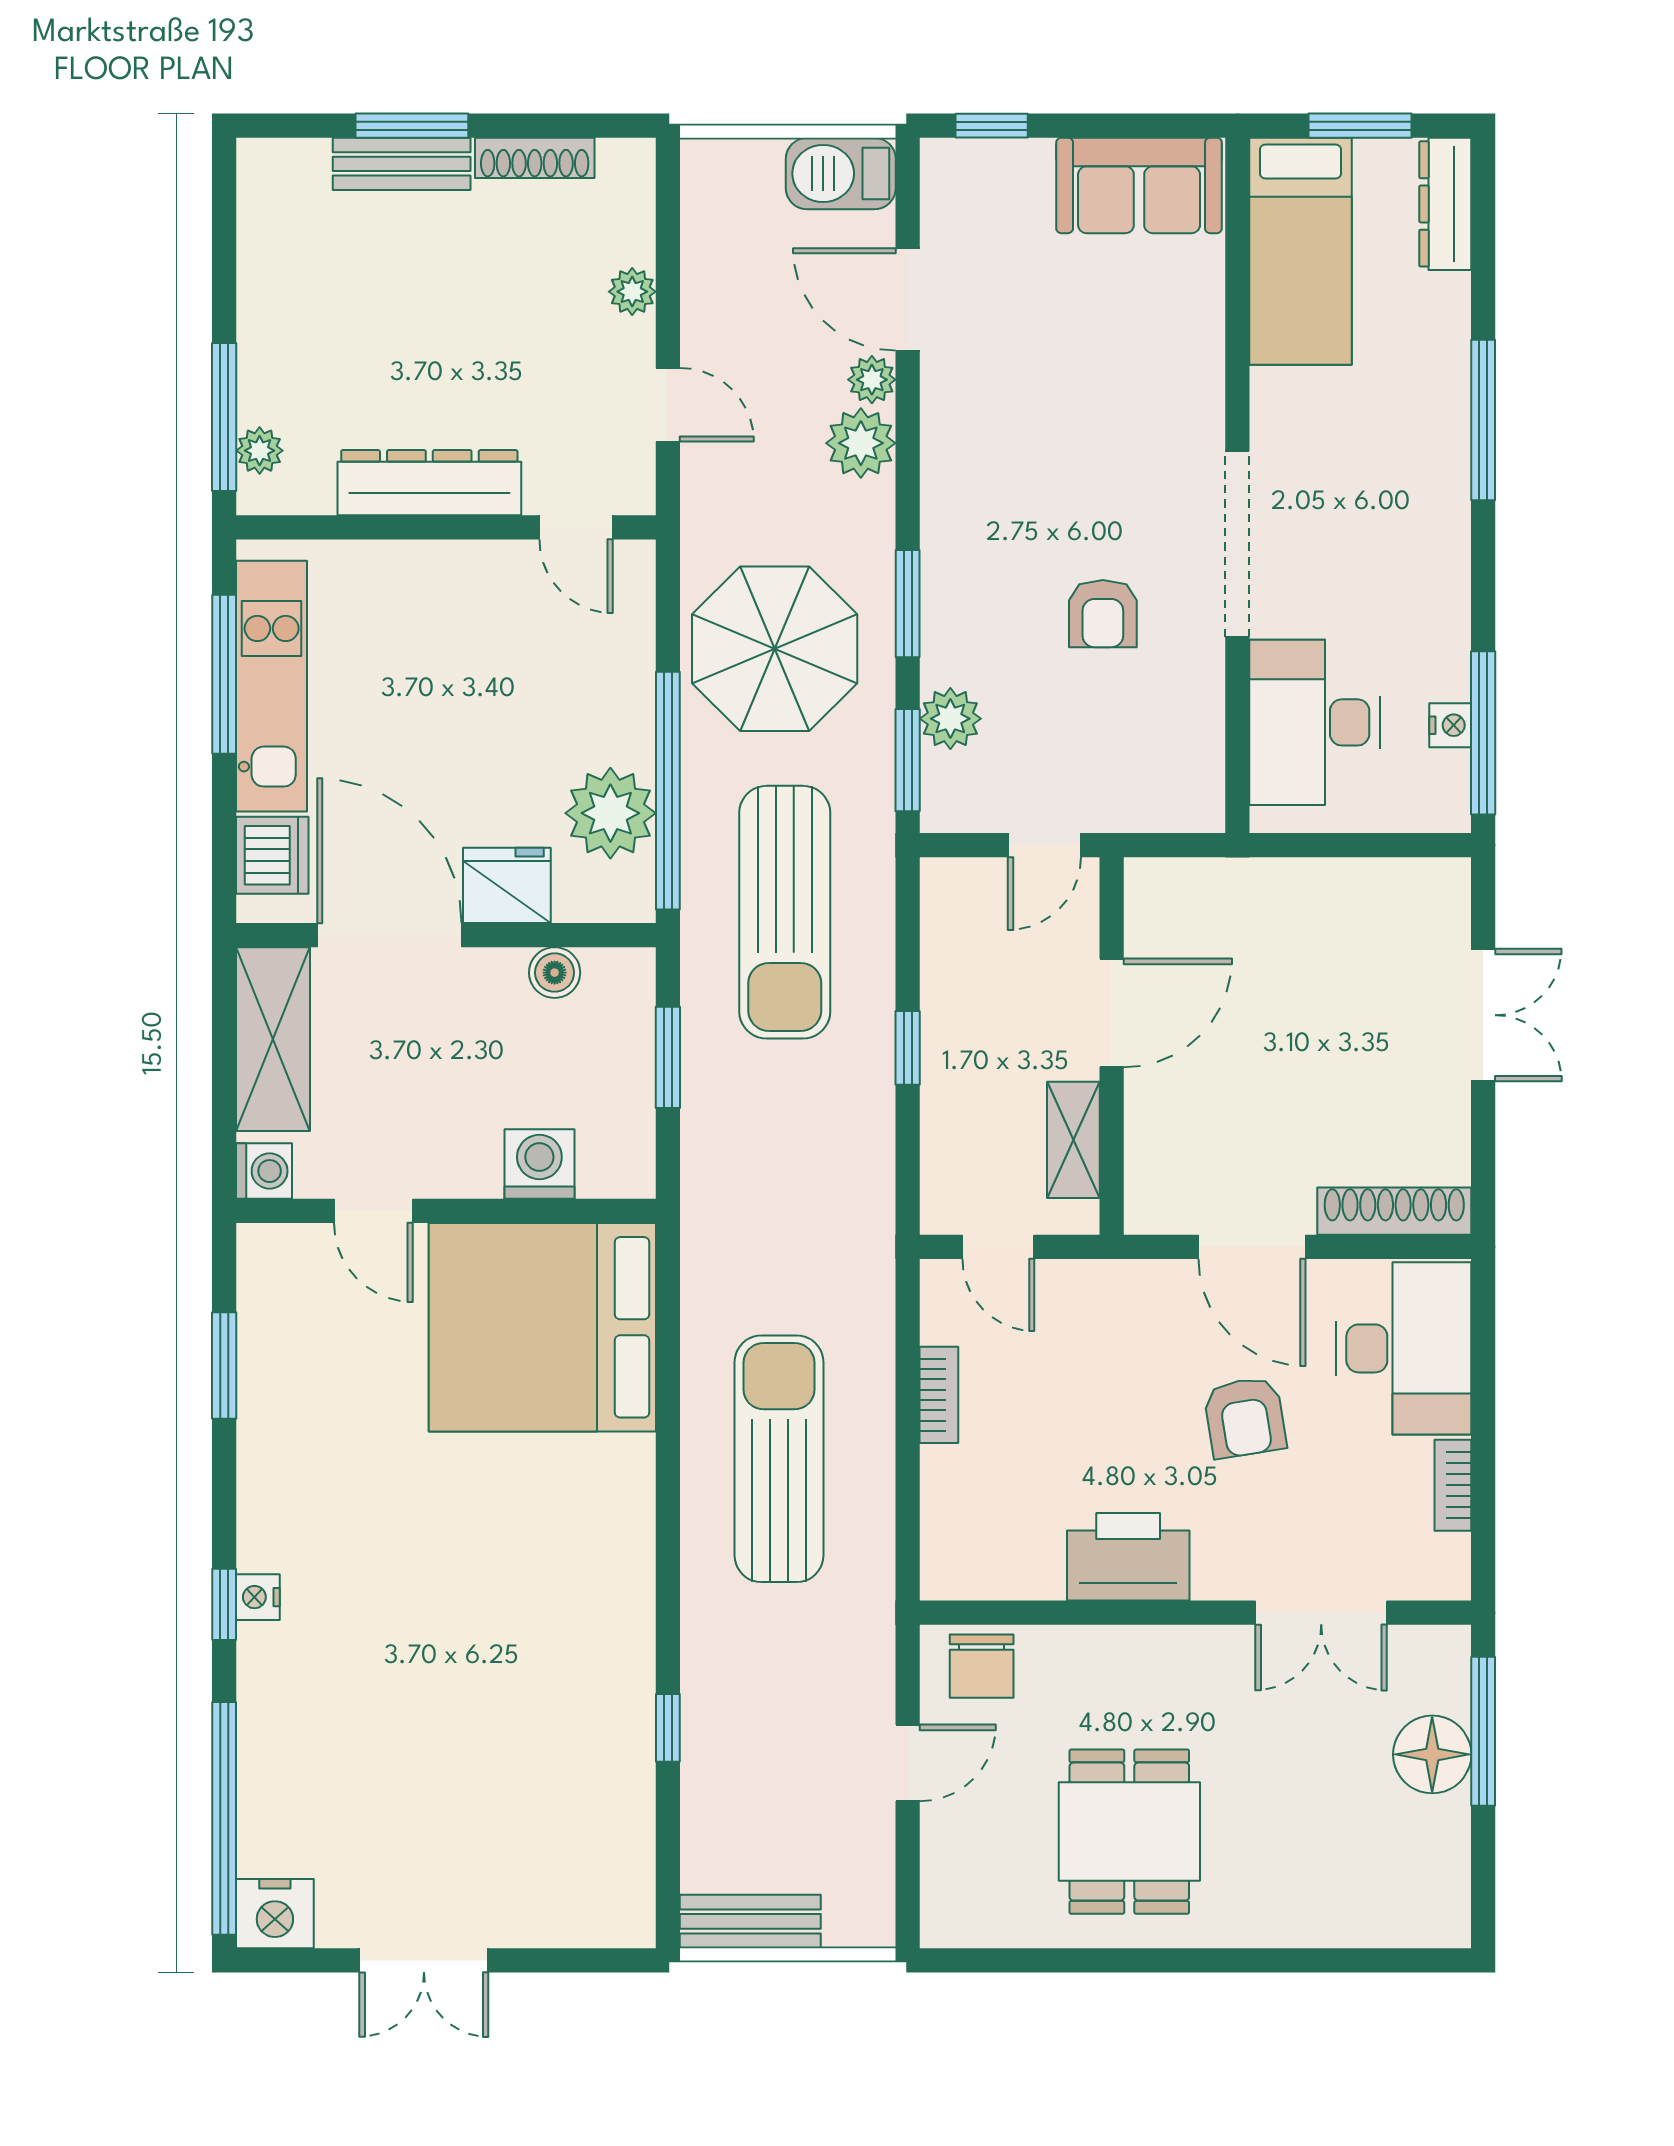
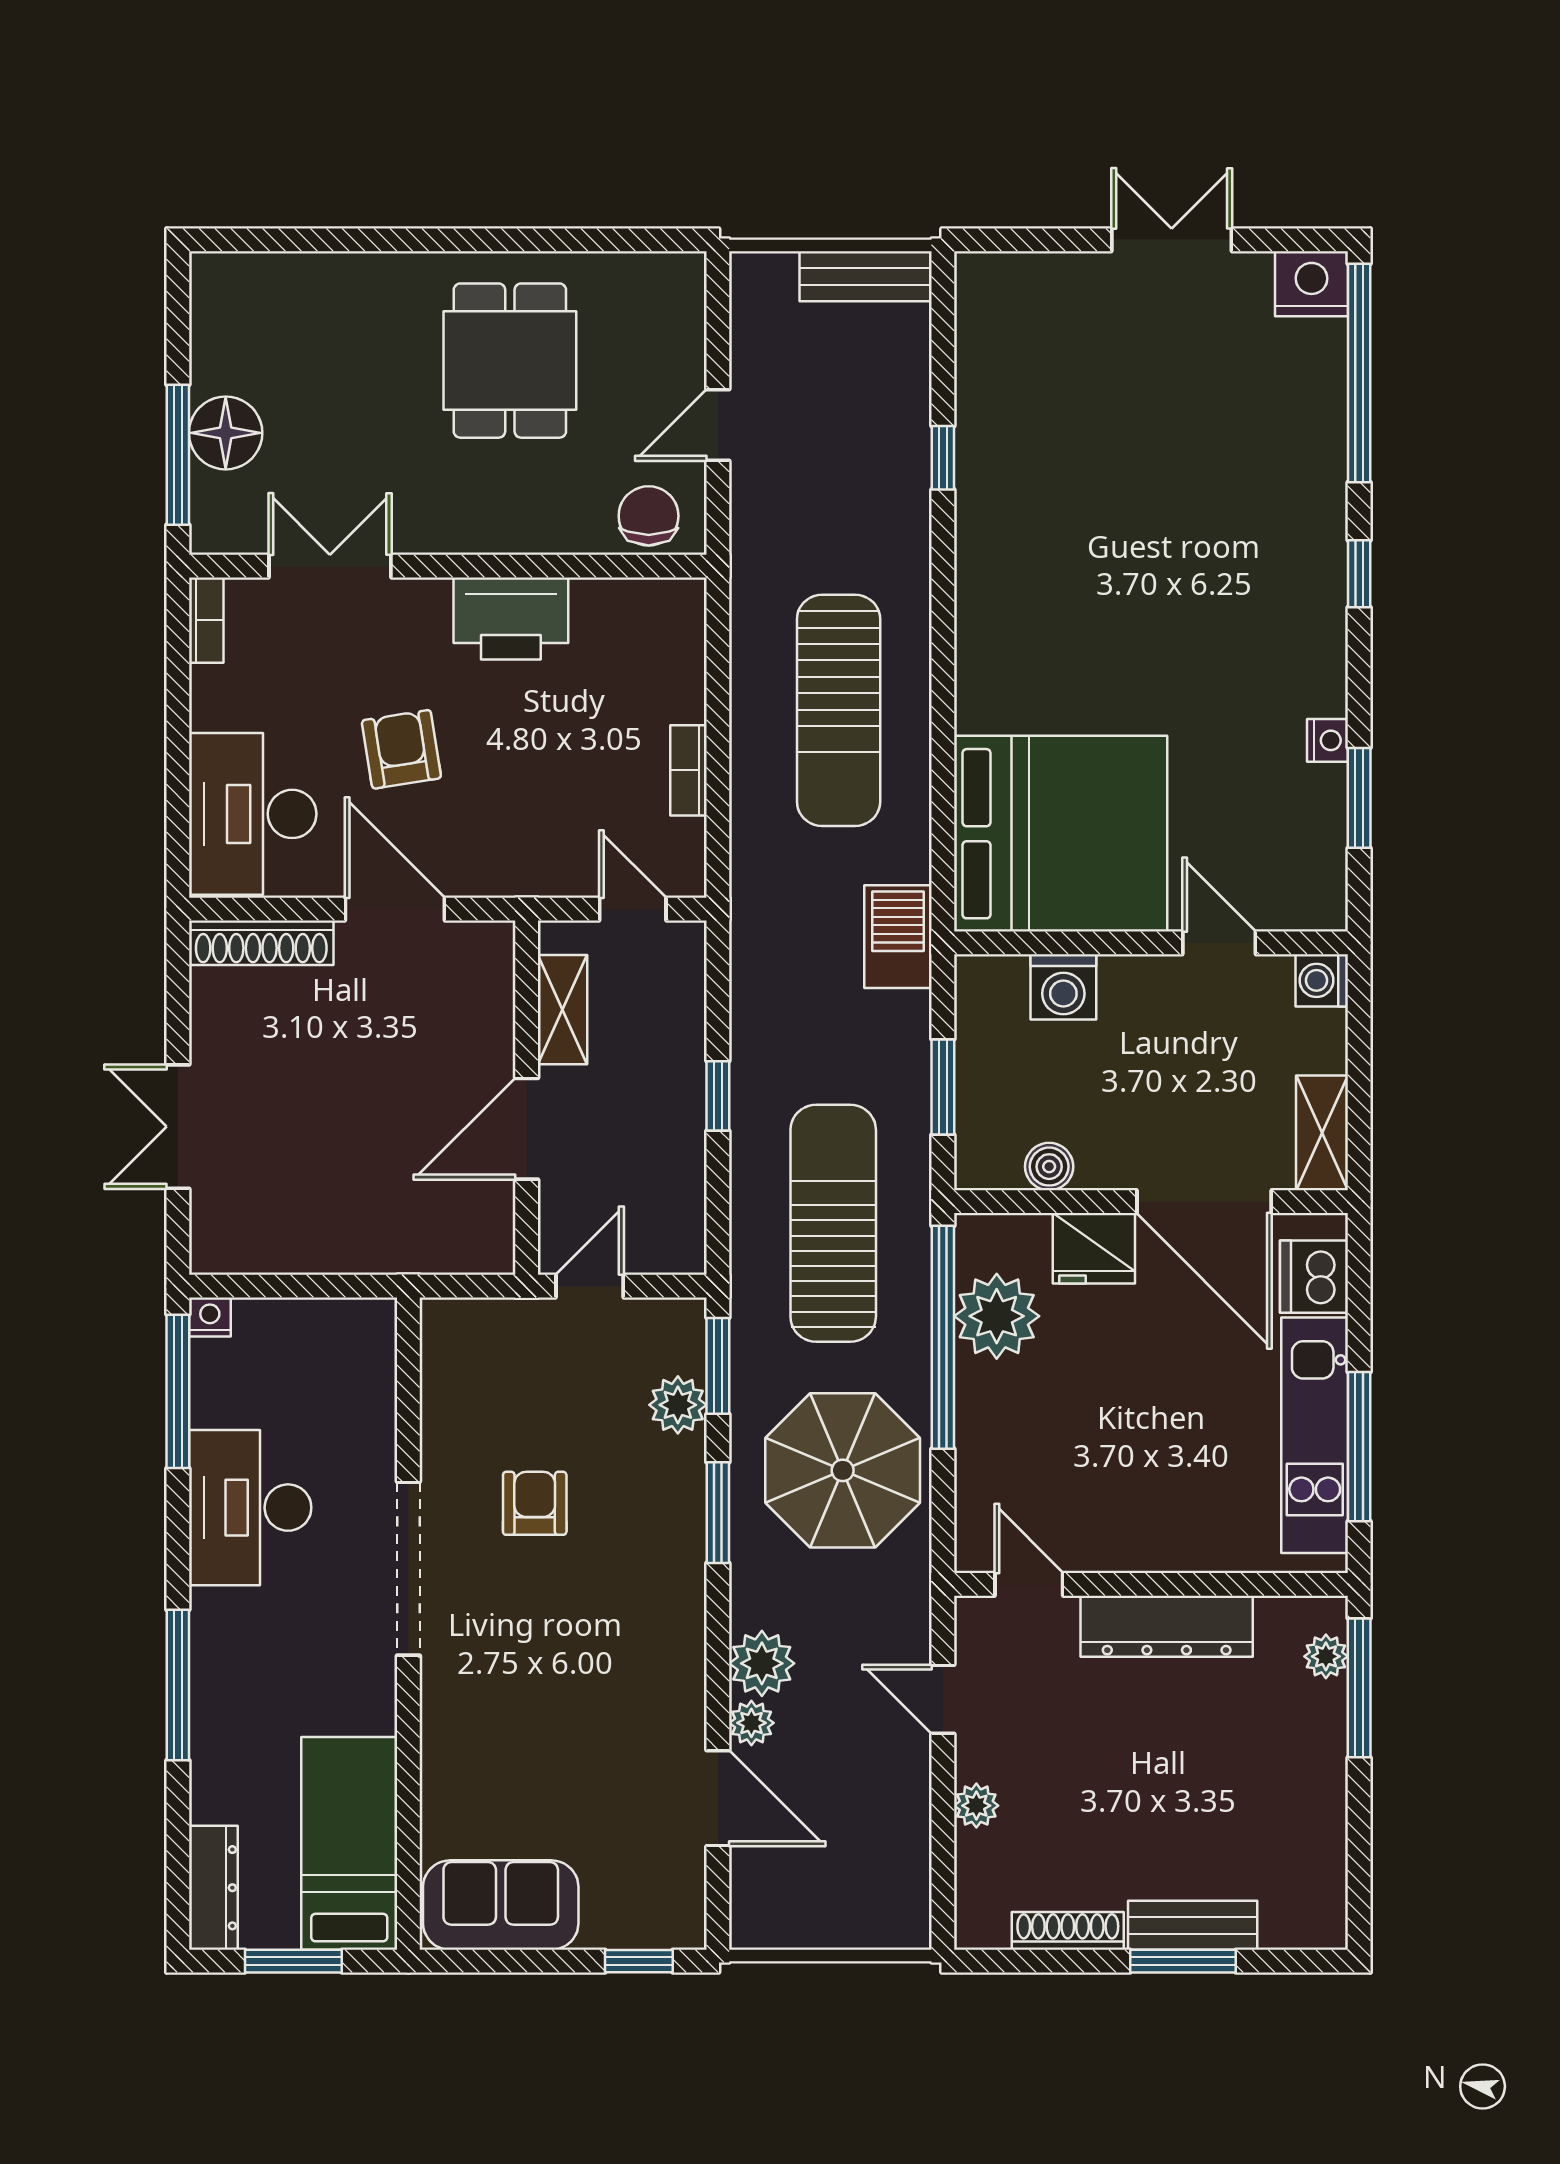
barbecue: (841, 174) -> (898, 937), moved, turned -90
desk: (1314, 722) -> (250, 1508), moved, turned 180
nightstand: (1450, 725) -> (210, 1317), moved, turned 90
shelving: (273, 1039) -> (1322, 1133), width x0.67, depth x0.75
bookcase: (1453, 1485) -> (206, 620), moved
nightstand: (258, 1597) -> (1327, 740), moved

